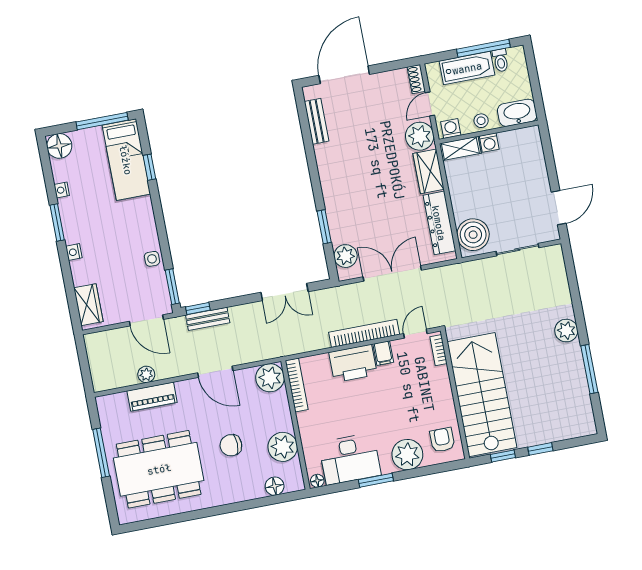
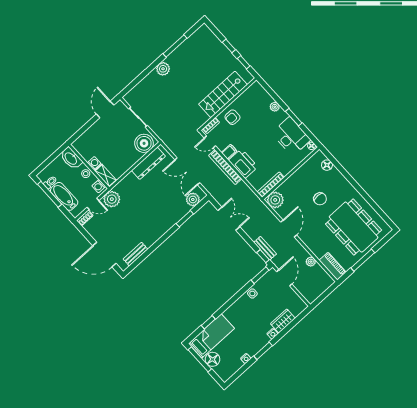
floor lamp: (59, 146) -> (212, 359), moved
wardrobe: (429, 171) -> (126, 184), removed
door: (559, 208) -> (105, 110), hinge flipped
wardrobe: (88, 305) -> (283, 321), moved
stairs: (482, 395) -> (223, 94), width x0.73, depth x0.66
piano: (152, 397) -> (333, 266), moved
armchair: (442, 440) -> (232, 117), moved
plant: (283, 447) -> (305, 173), removed
plant: (407, 455) -> (275, 107), width x0.53, depth x0.53

